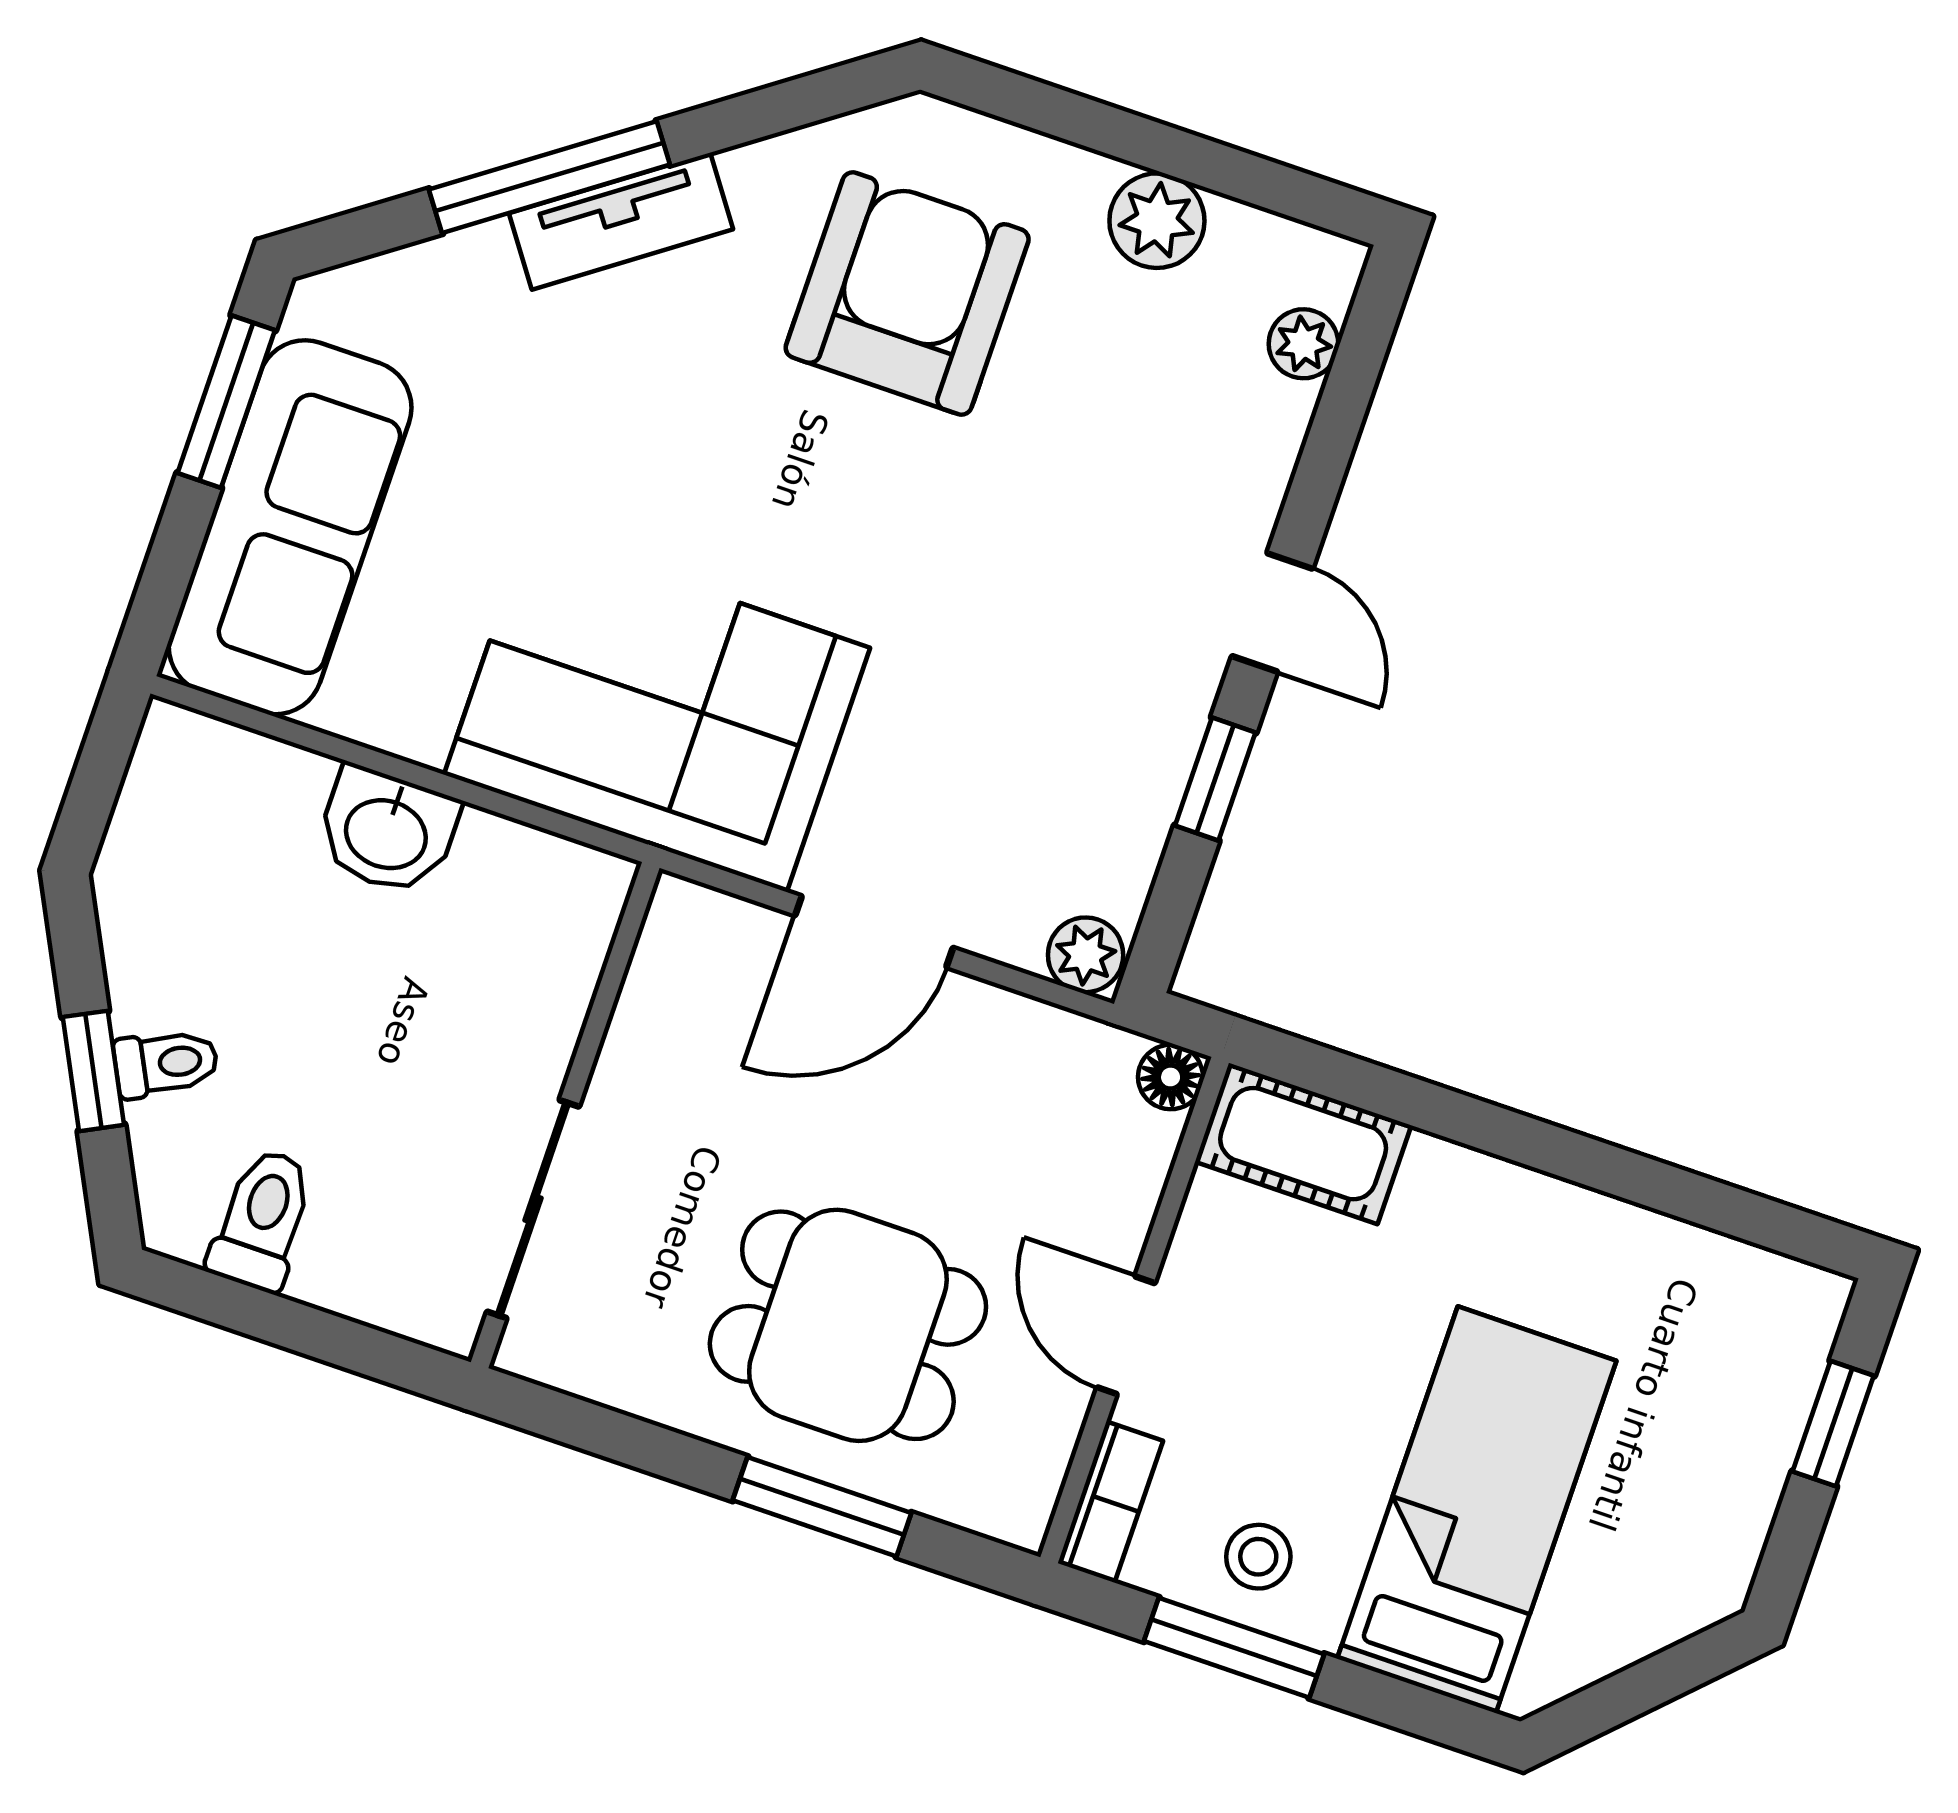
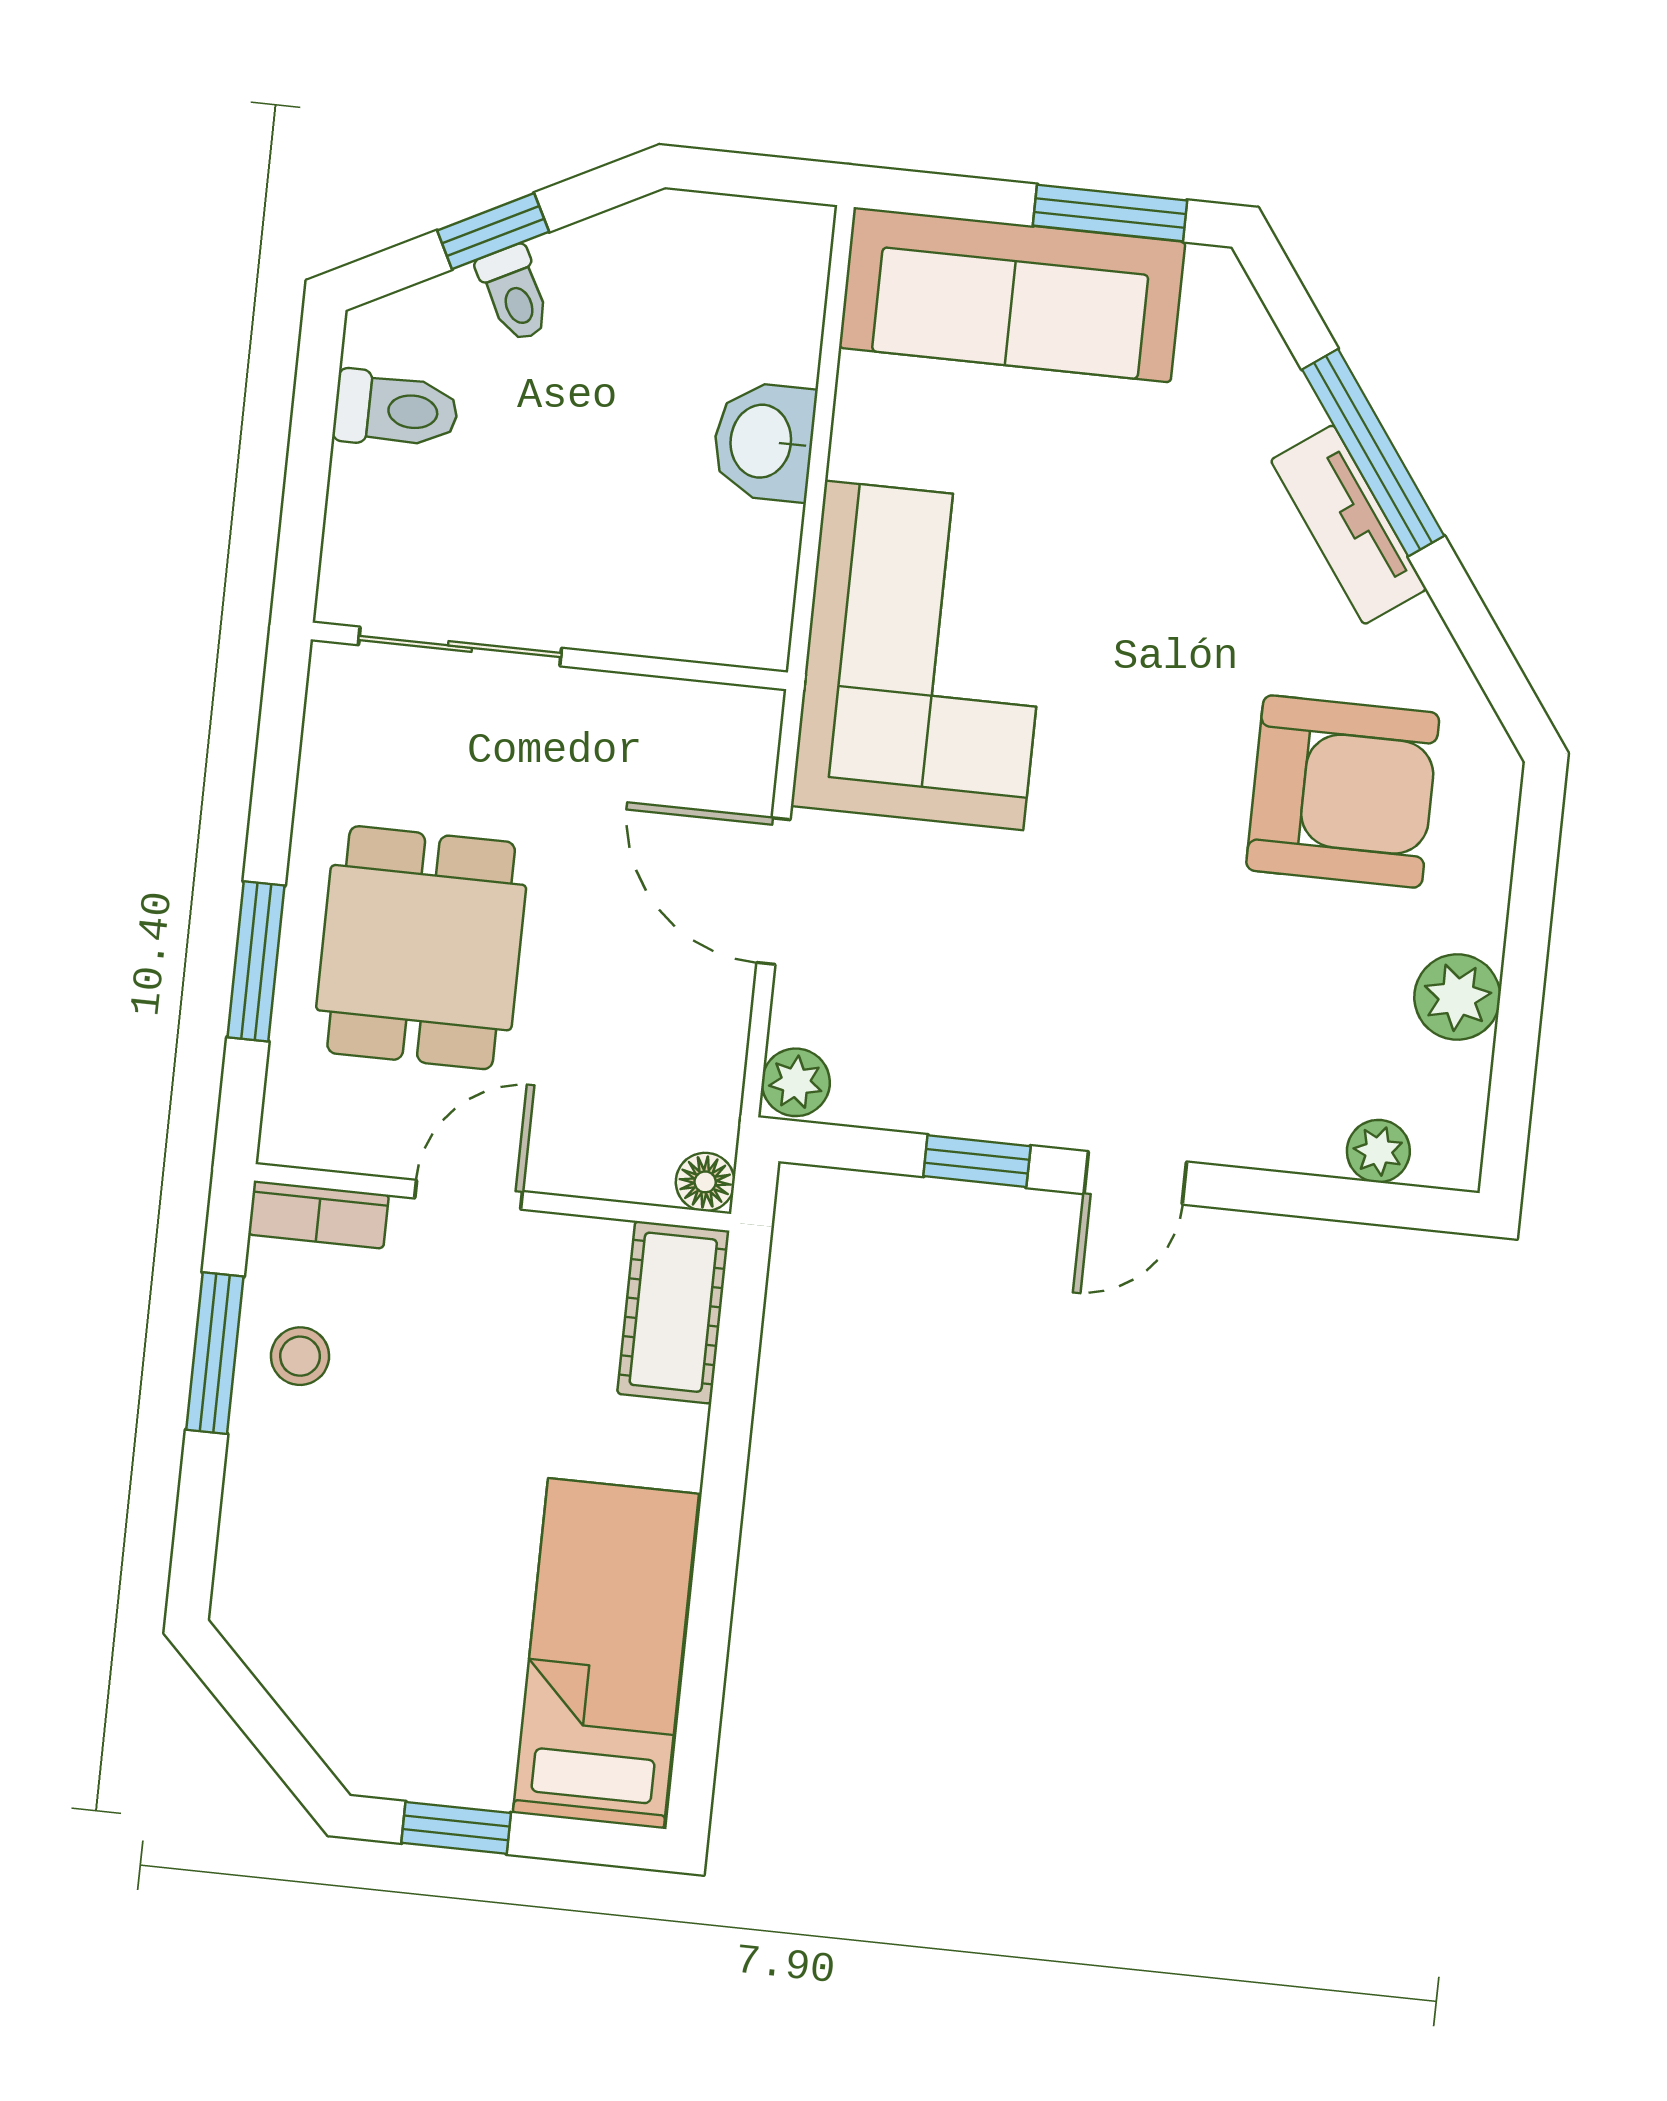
window: (1833, 1424) -> (456, 1828), moved
bed: (1477, 1510) -> (606, 1653), moved, turned -90

